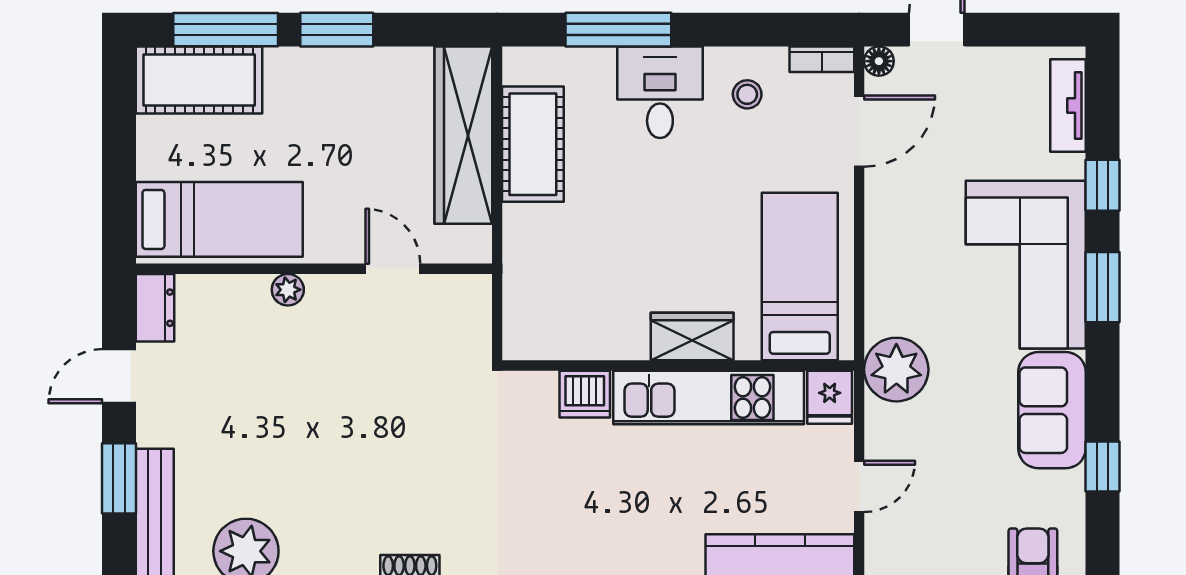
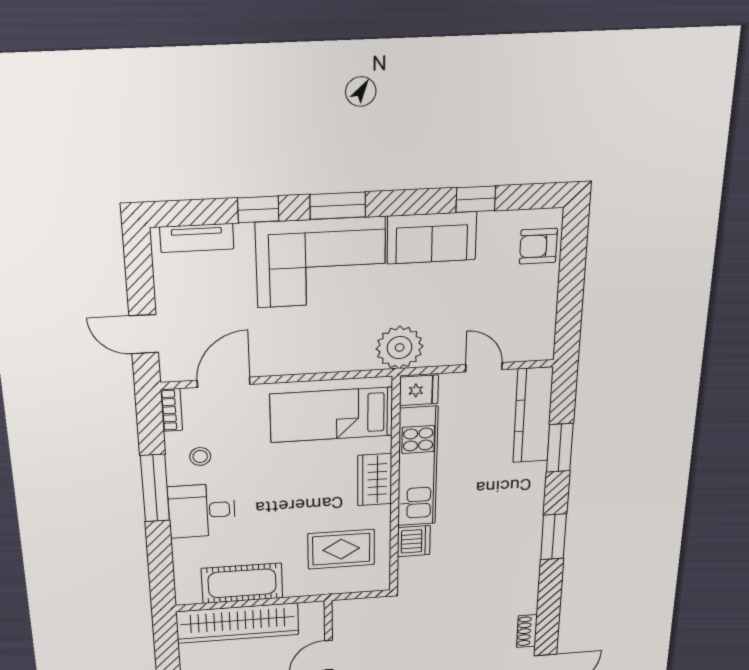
window: (618, 30) -> (155, 488), moved
floor lamp: (879, 61) -> (170, 372), removed
door: (859, 131) -> (224, 382), hinge flipped
rug: (580, 289) -> (341, 549), added

